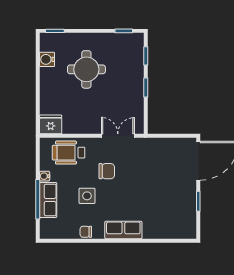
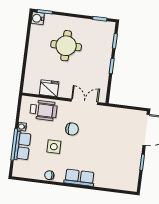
water cooler: (47, 59) -> (38, 18), moved
fridge: (51, 124) -> (49, 88), moved
wheelchair: (69, 153) -> (43, 110), turned 180

